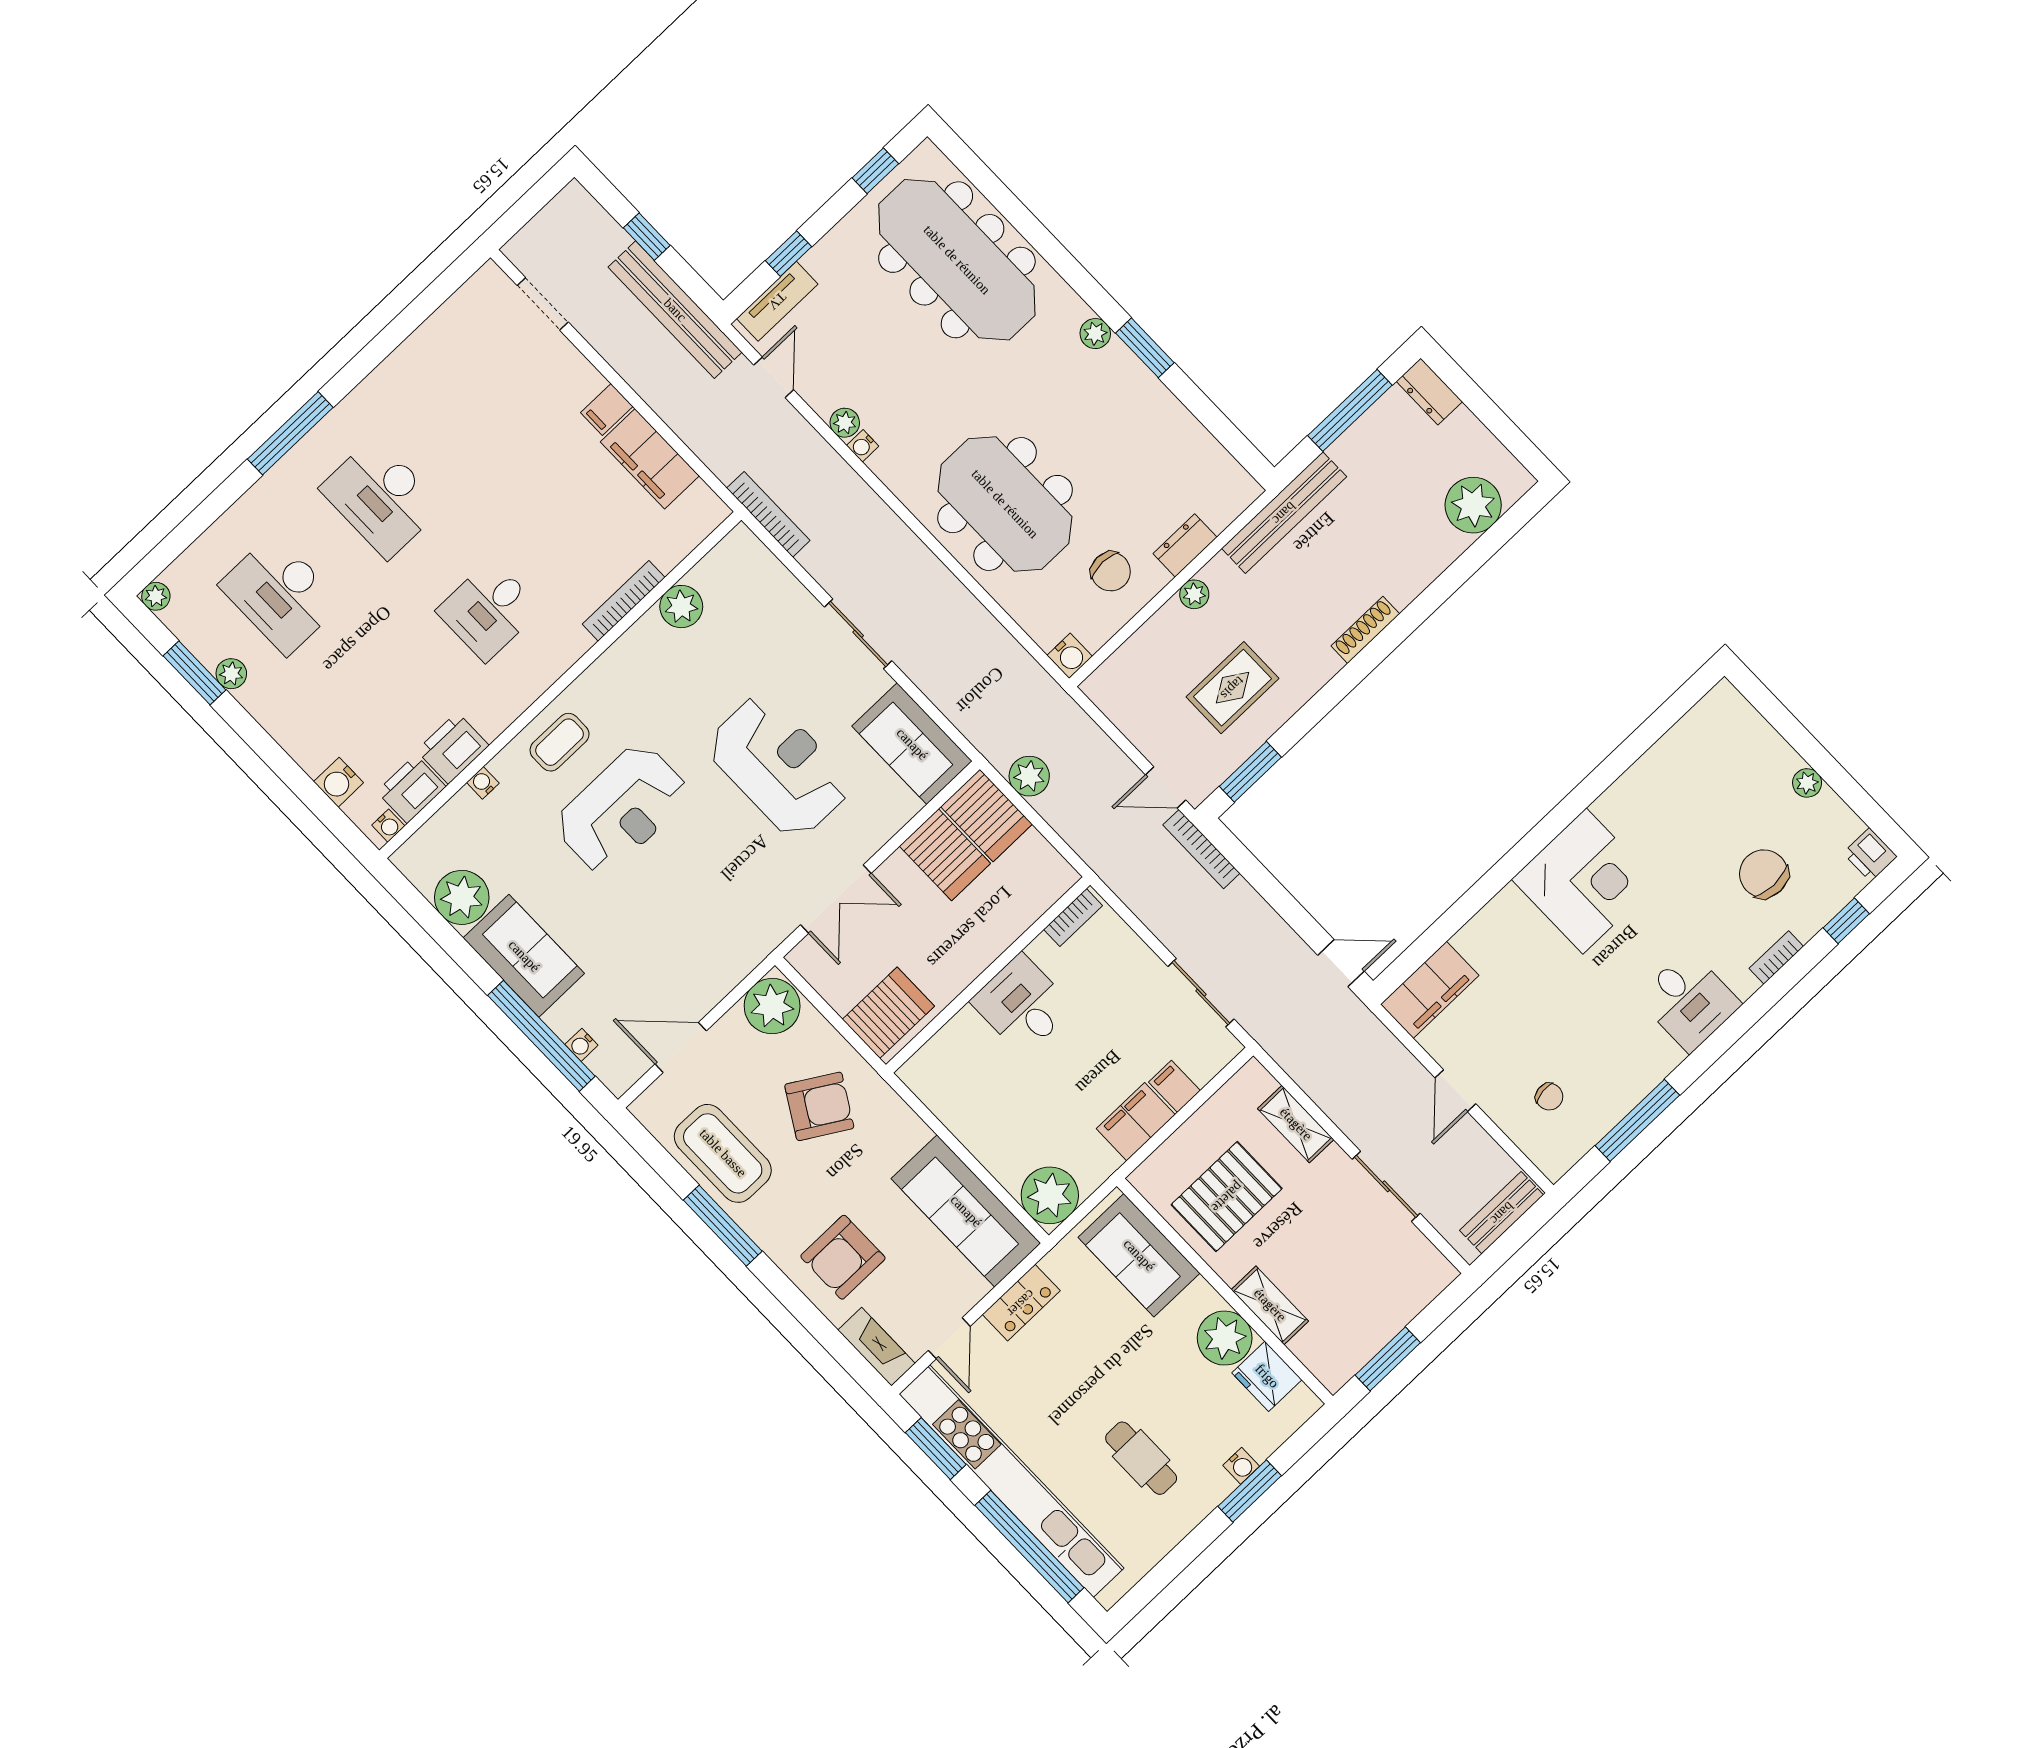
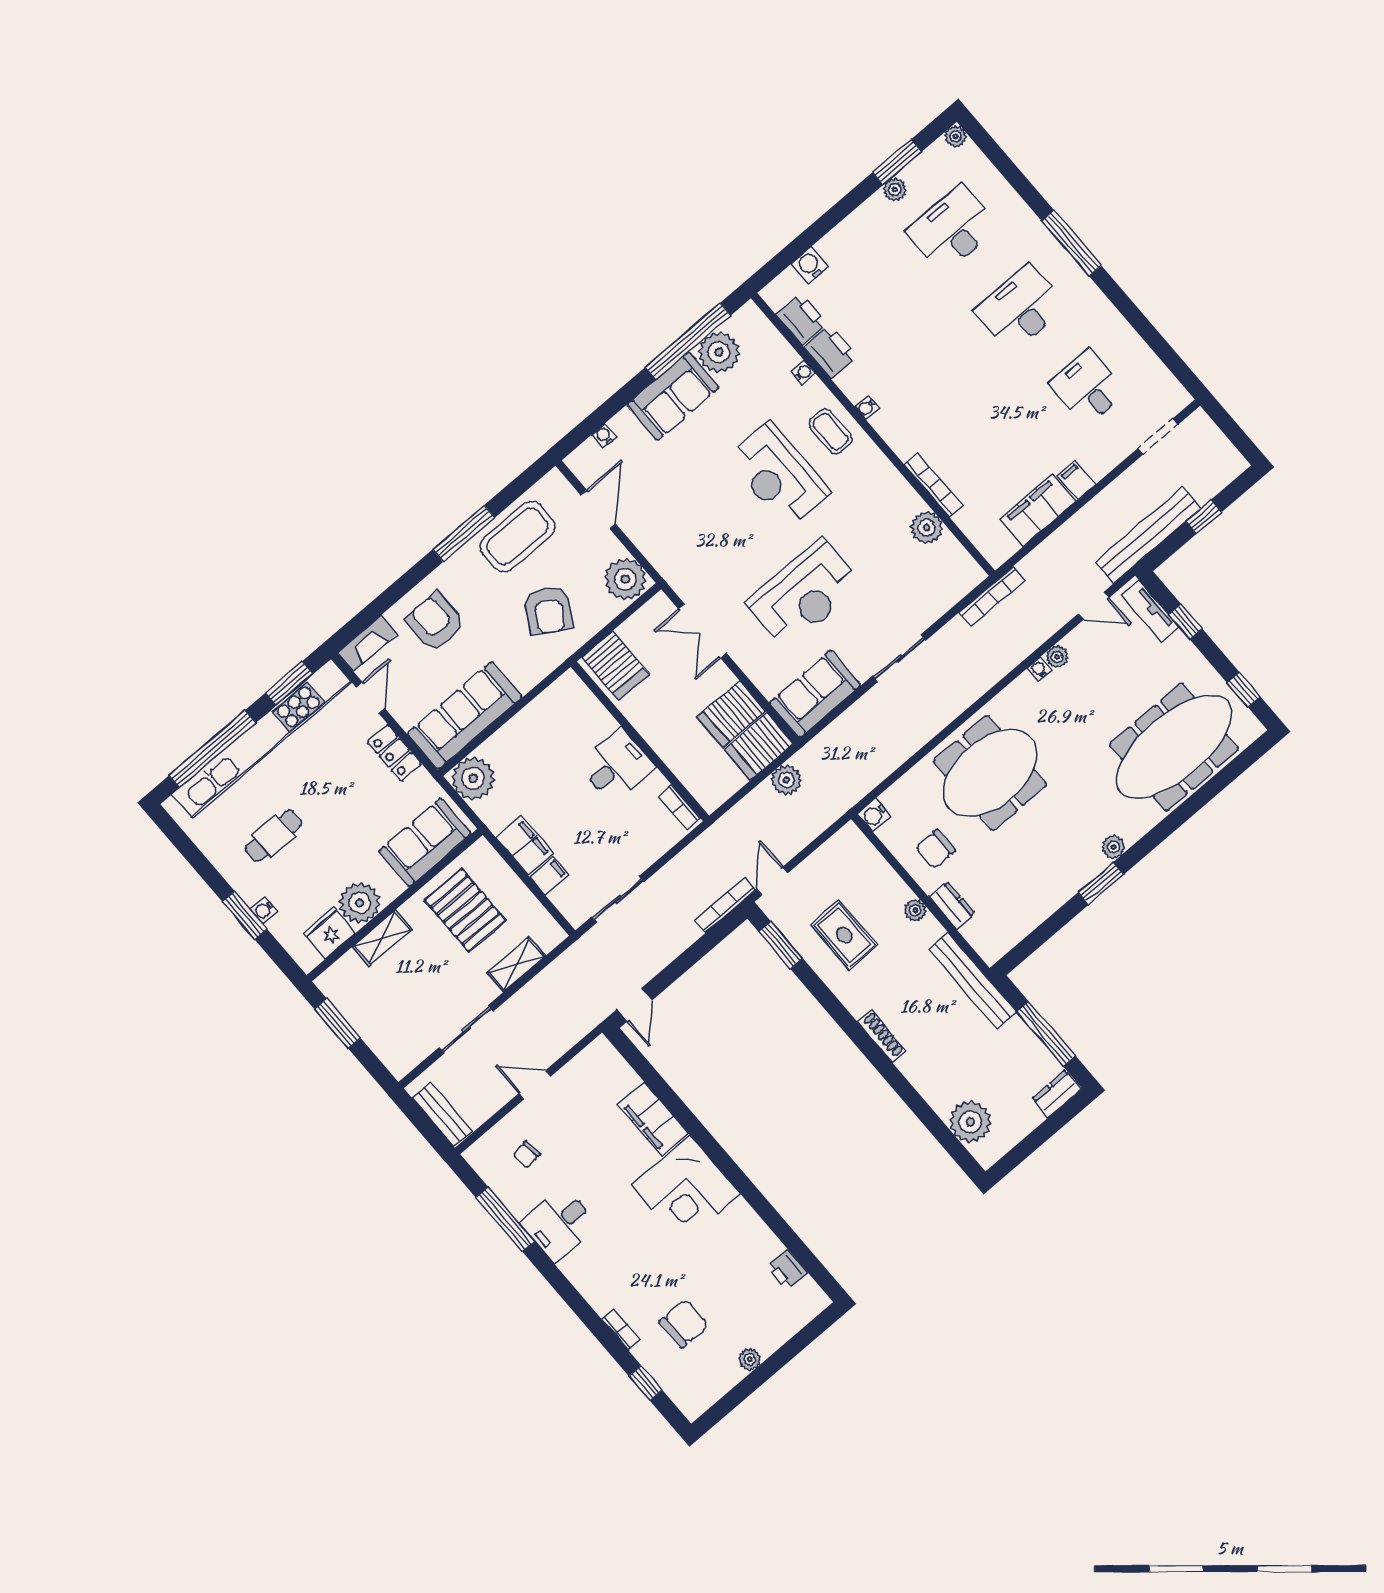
desk: (489, 610) -> (1088, 387), moved
water cooler: (388, 826) -> (867, 407), moved
printer: (1870, 855) -> (787, 1270), moved, turned -90
filing cabinet: (1430, 990) -> (653, 1119), moved
desk: (1689, 1001) -> (560, 1224), moved
window: (541, 1036) -> (688, 341), moved
door: (949, 1338) -> (371, 698), swing flipped

